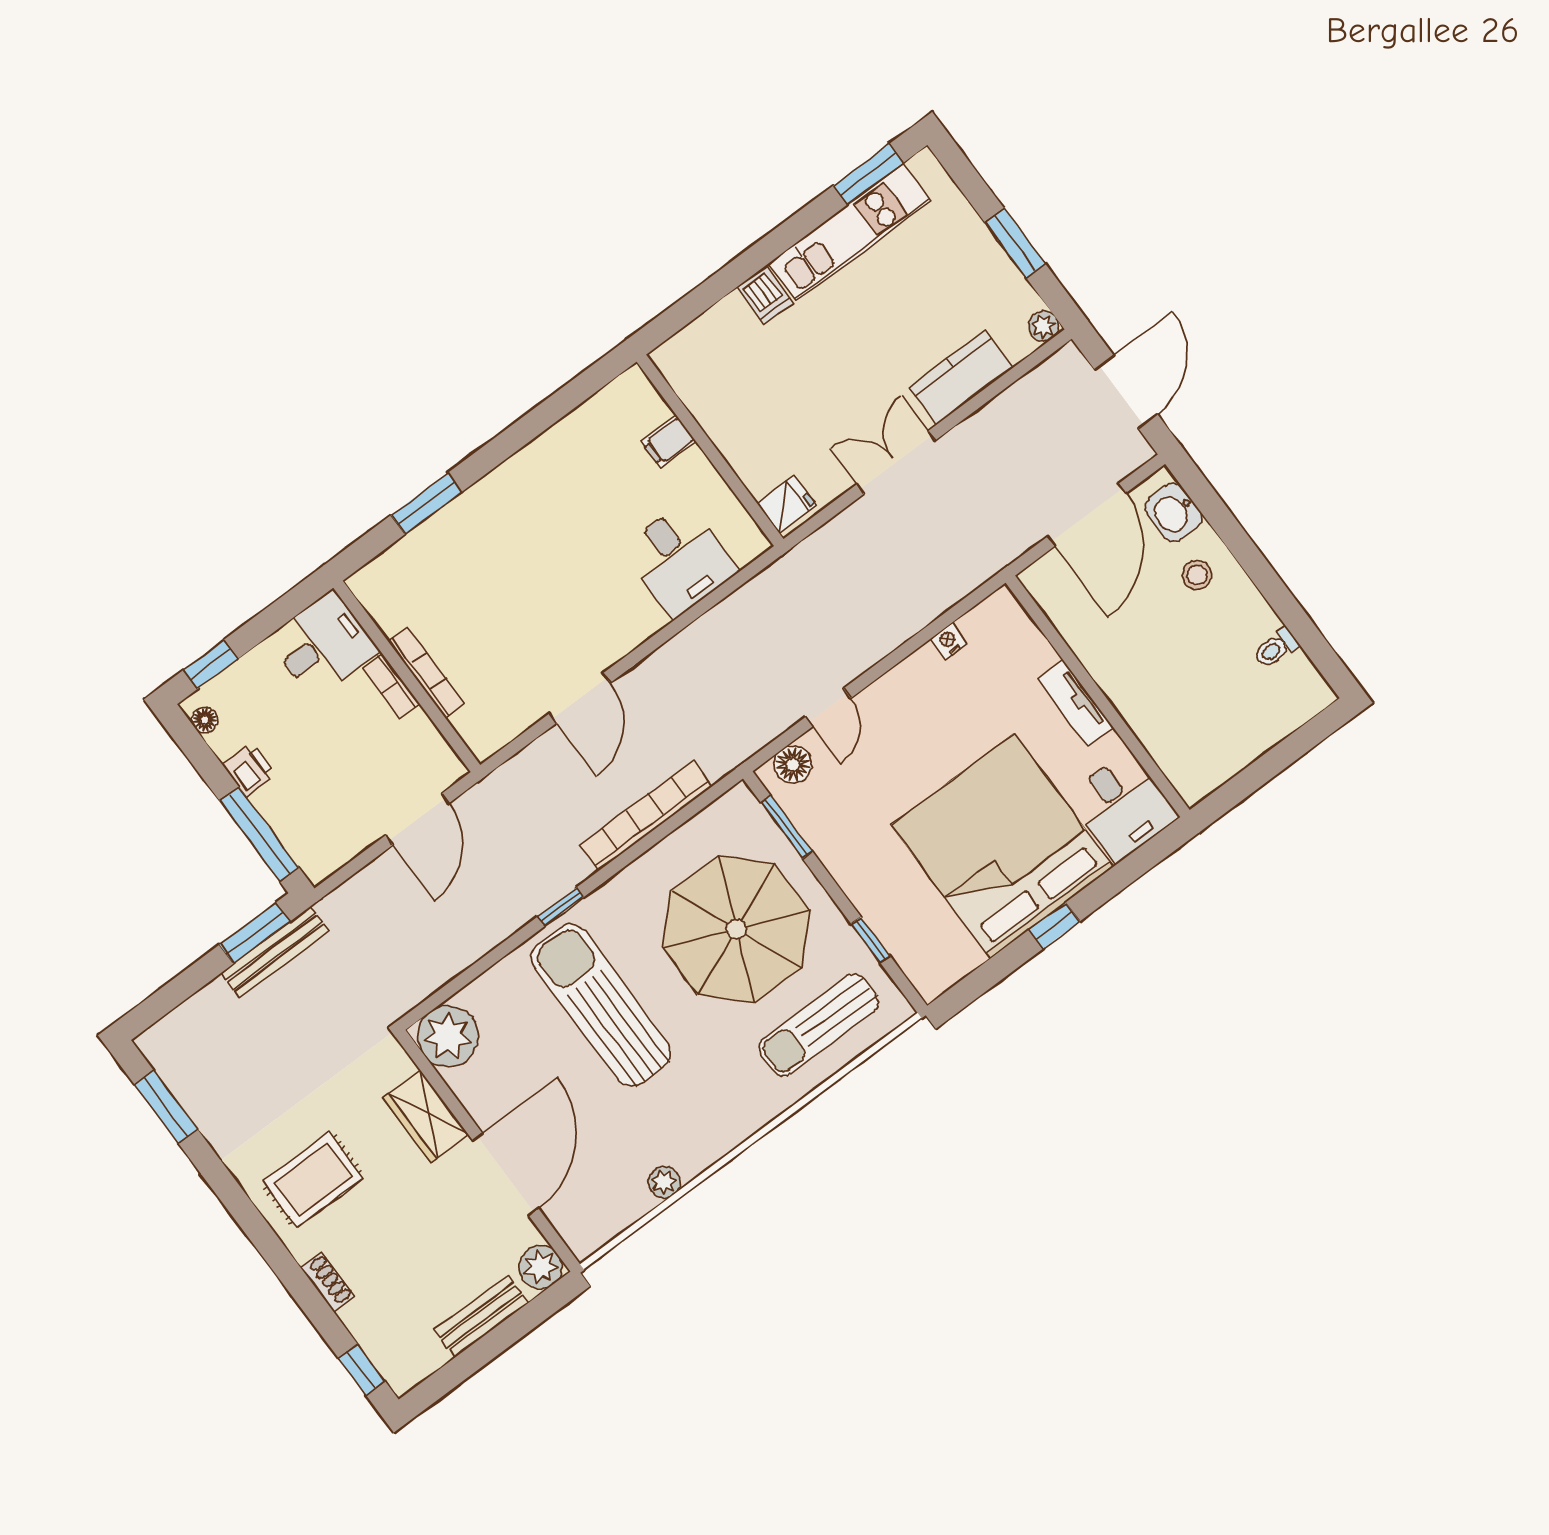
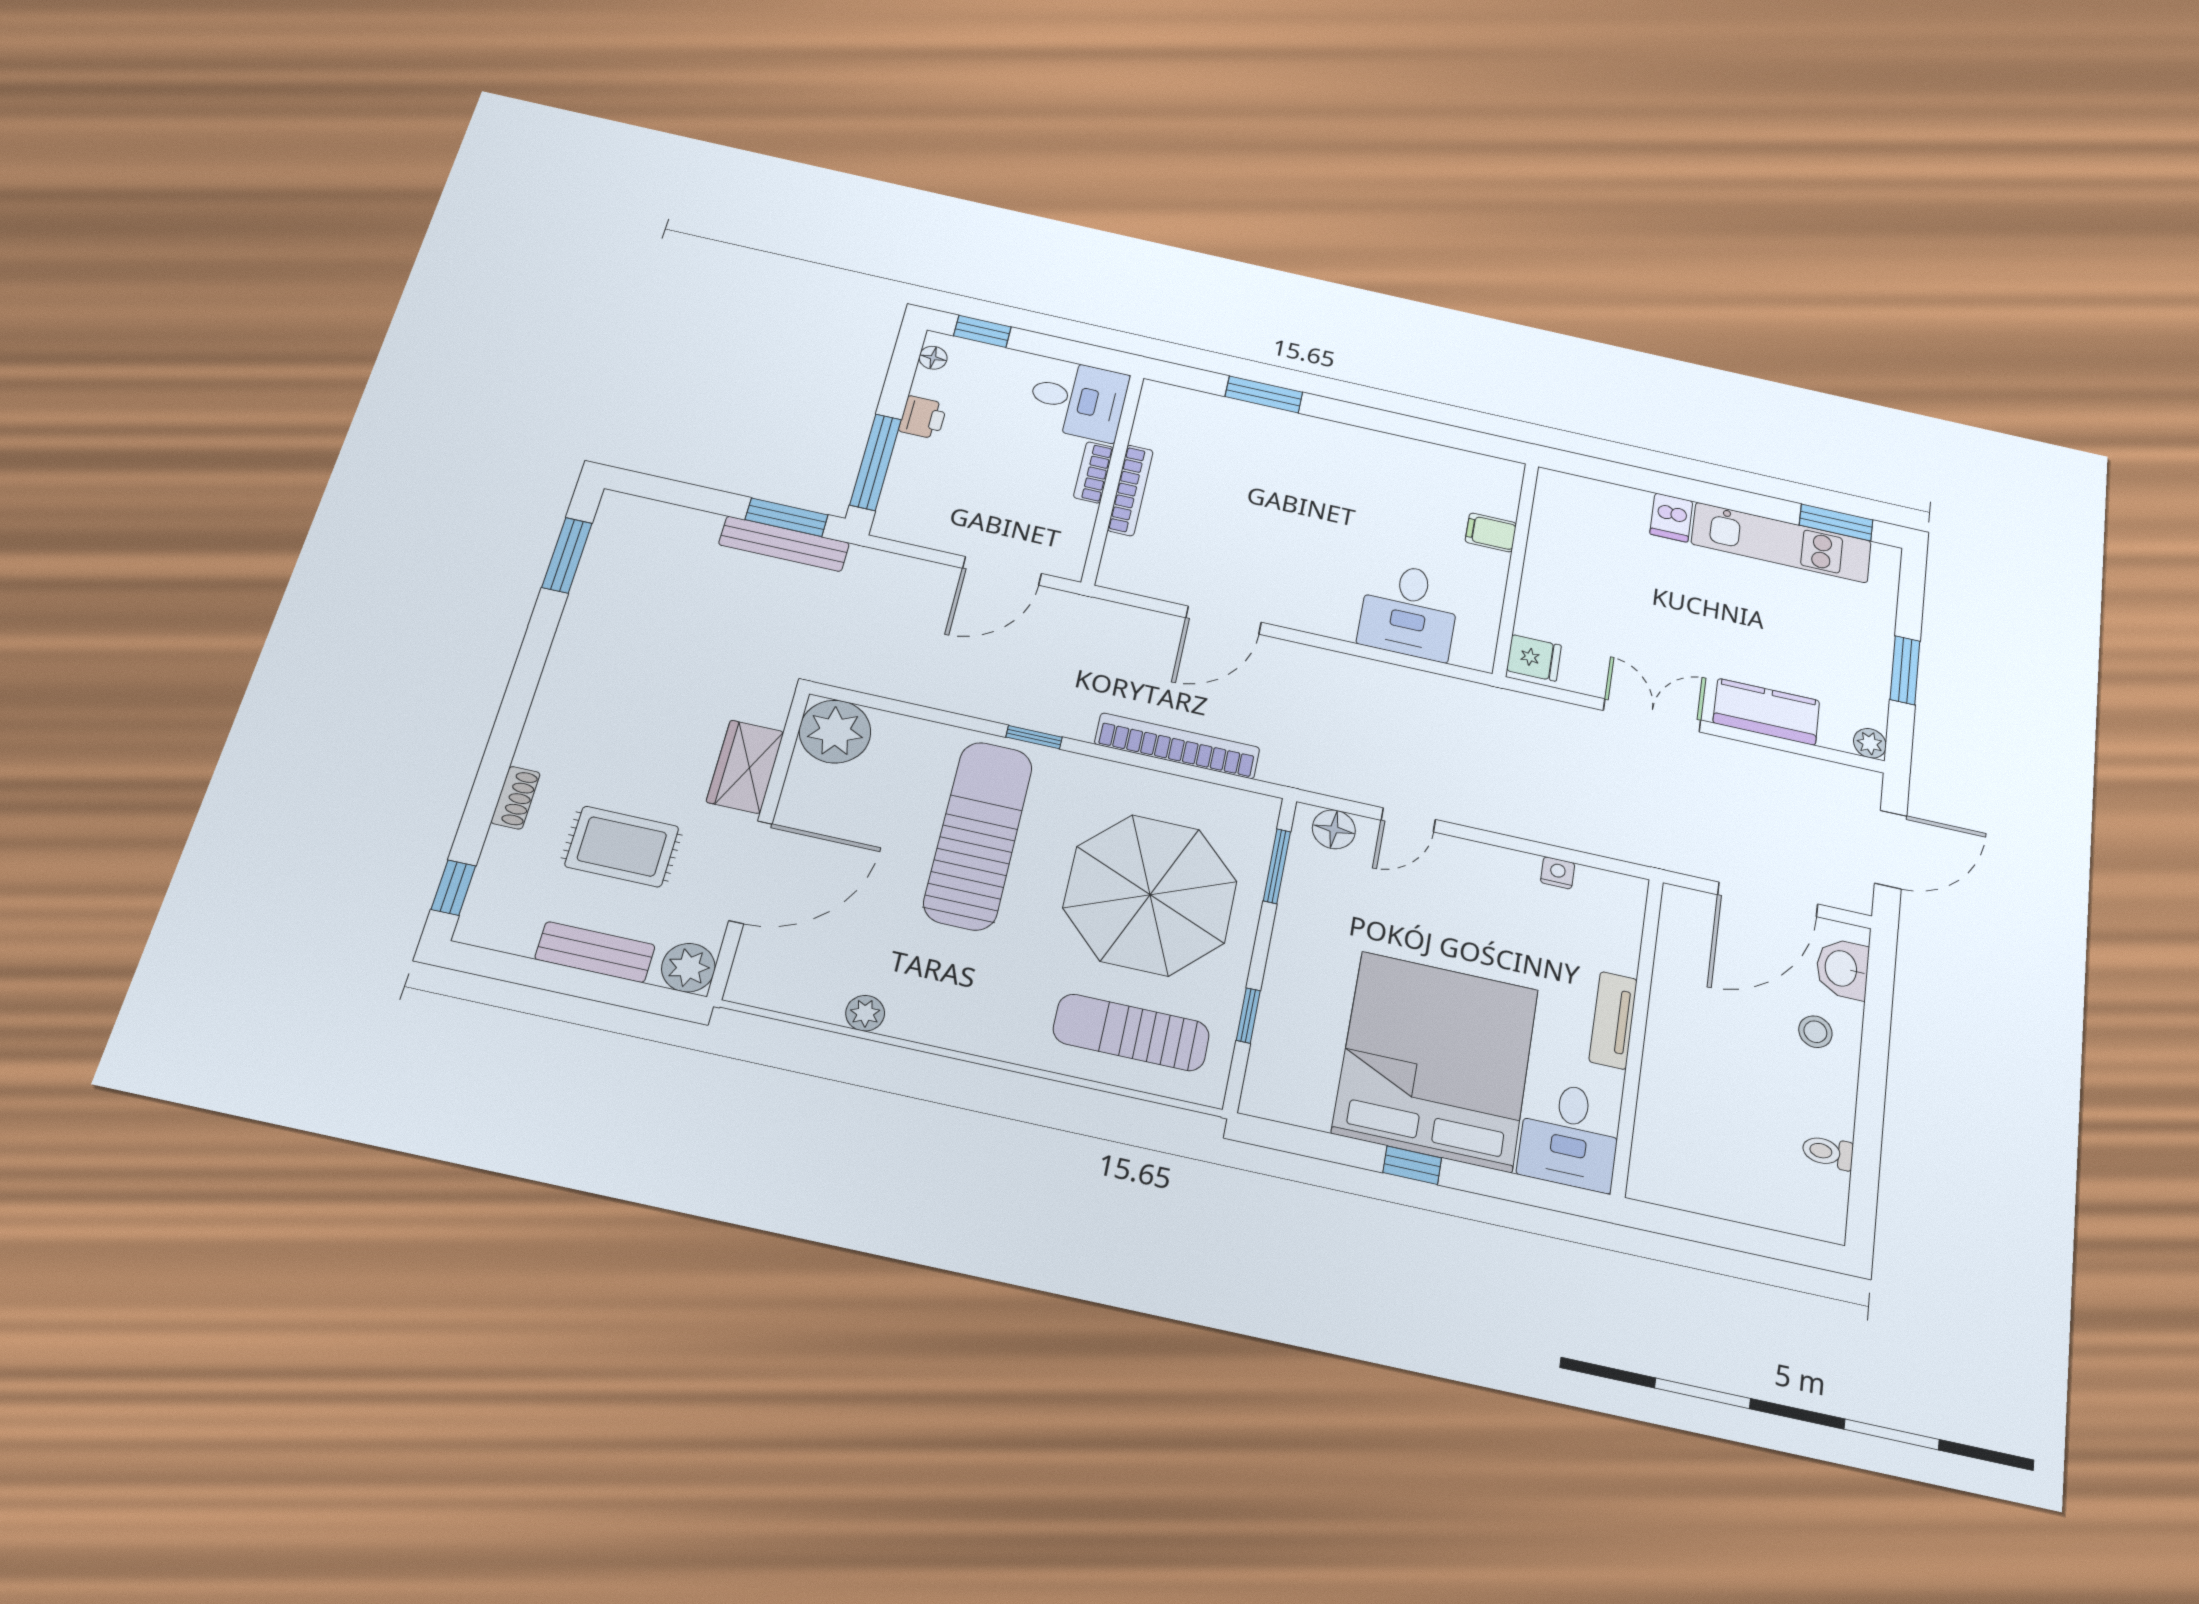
rug: (313, 1180) -> (622, 846), moved

